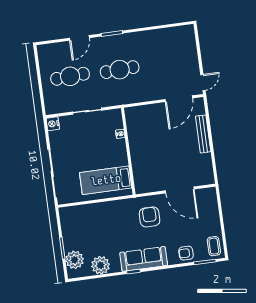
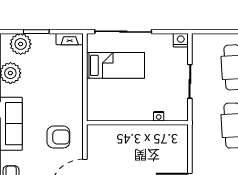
bed: (106, 180) -> (115, 65), moved, turned 90
fireplace: (65, 219) -> (70, 39), added

